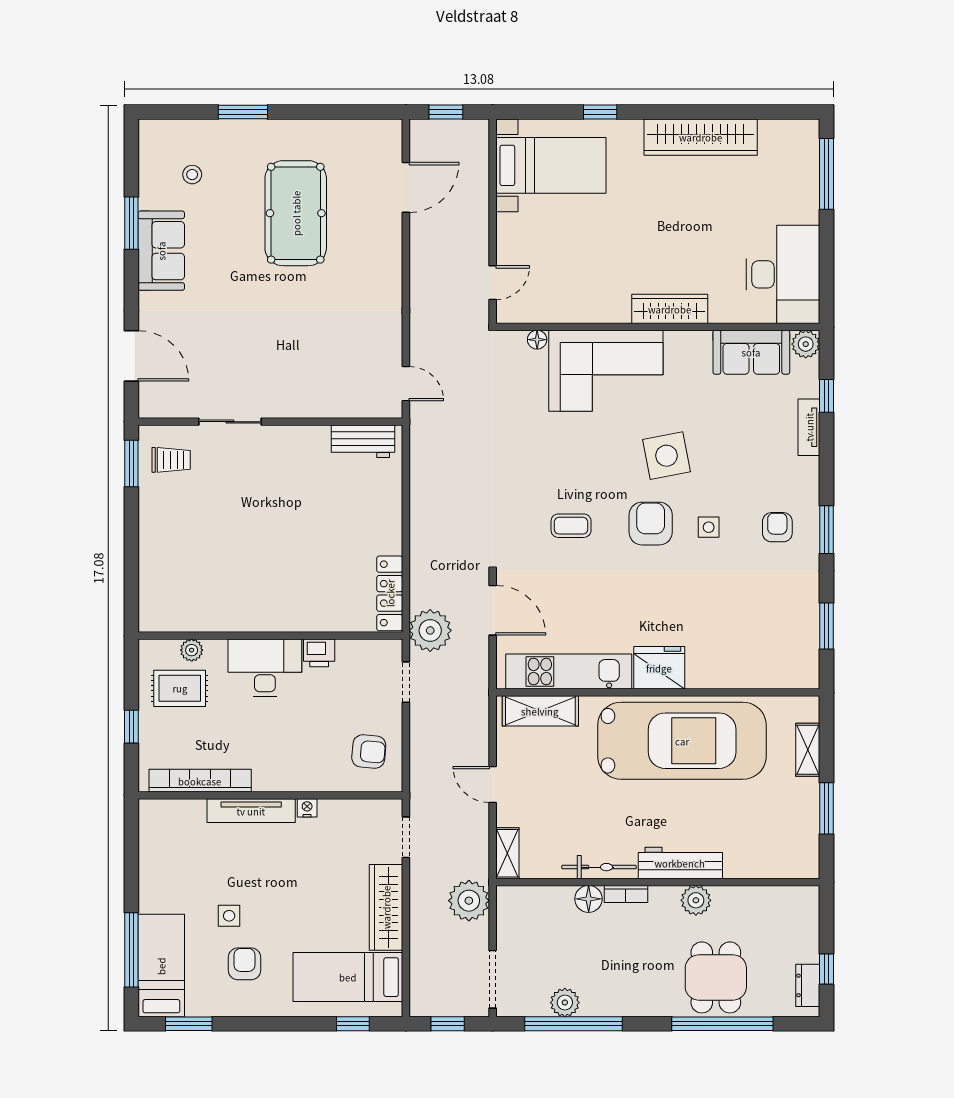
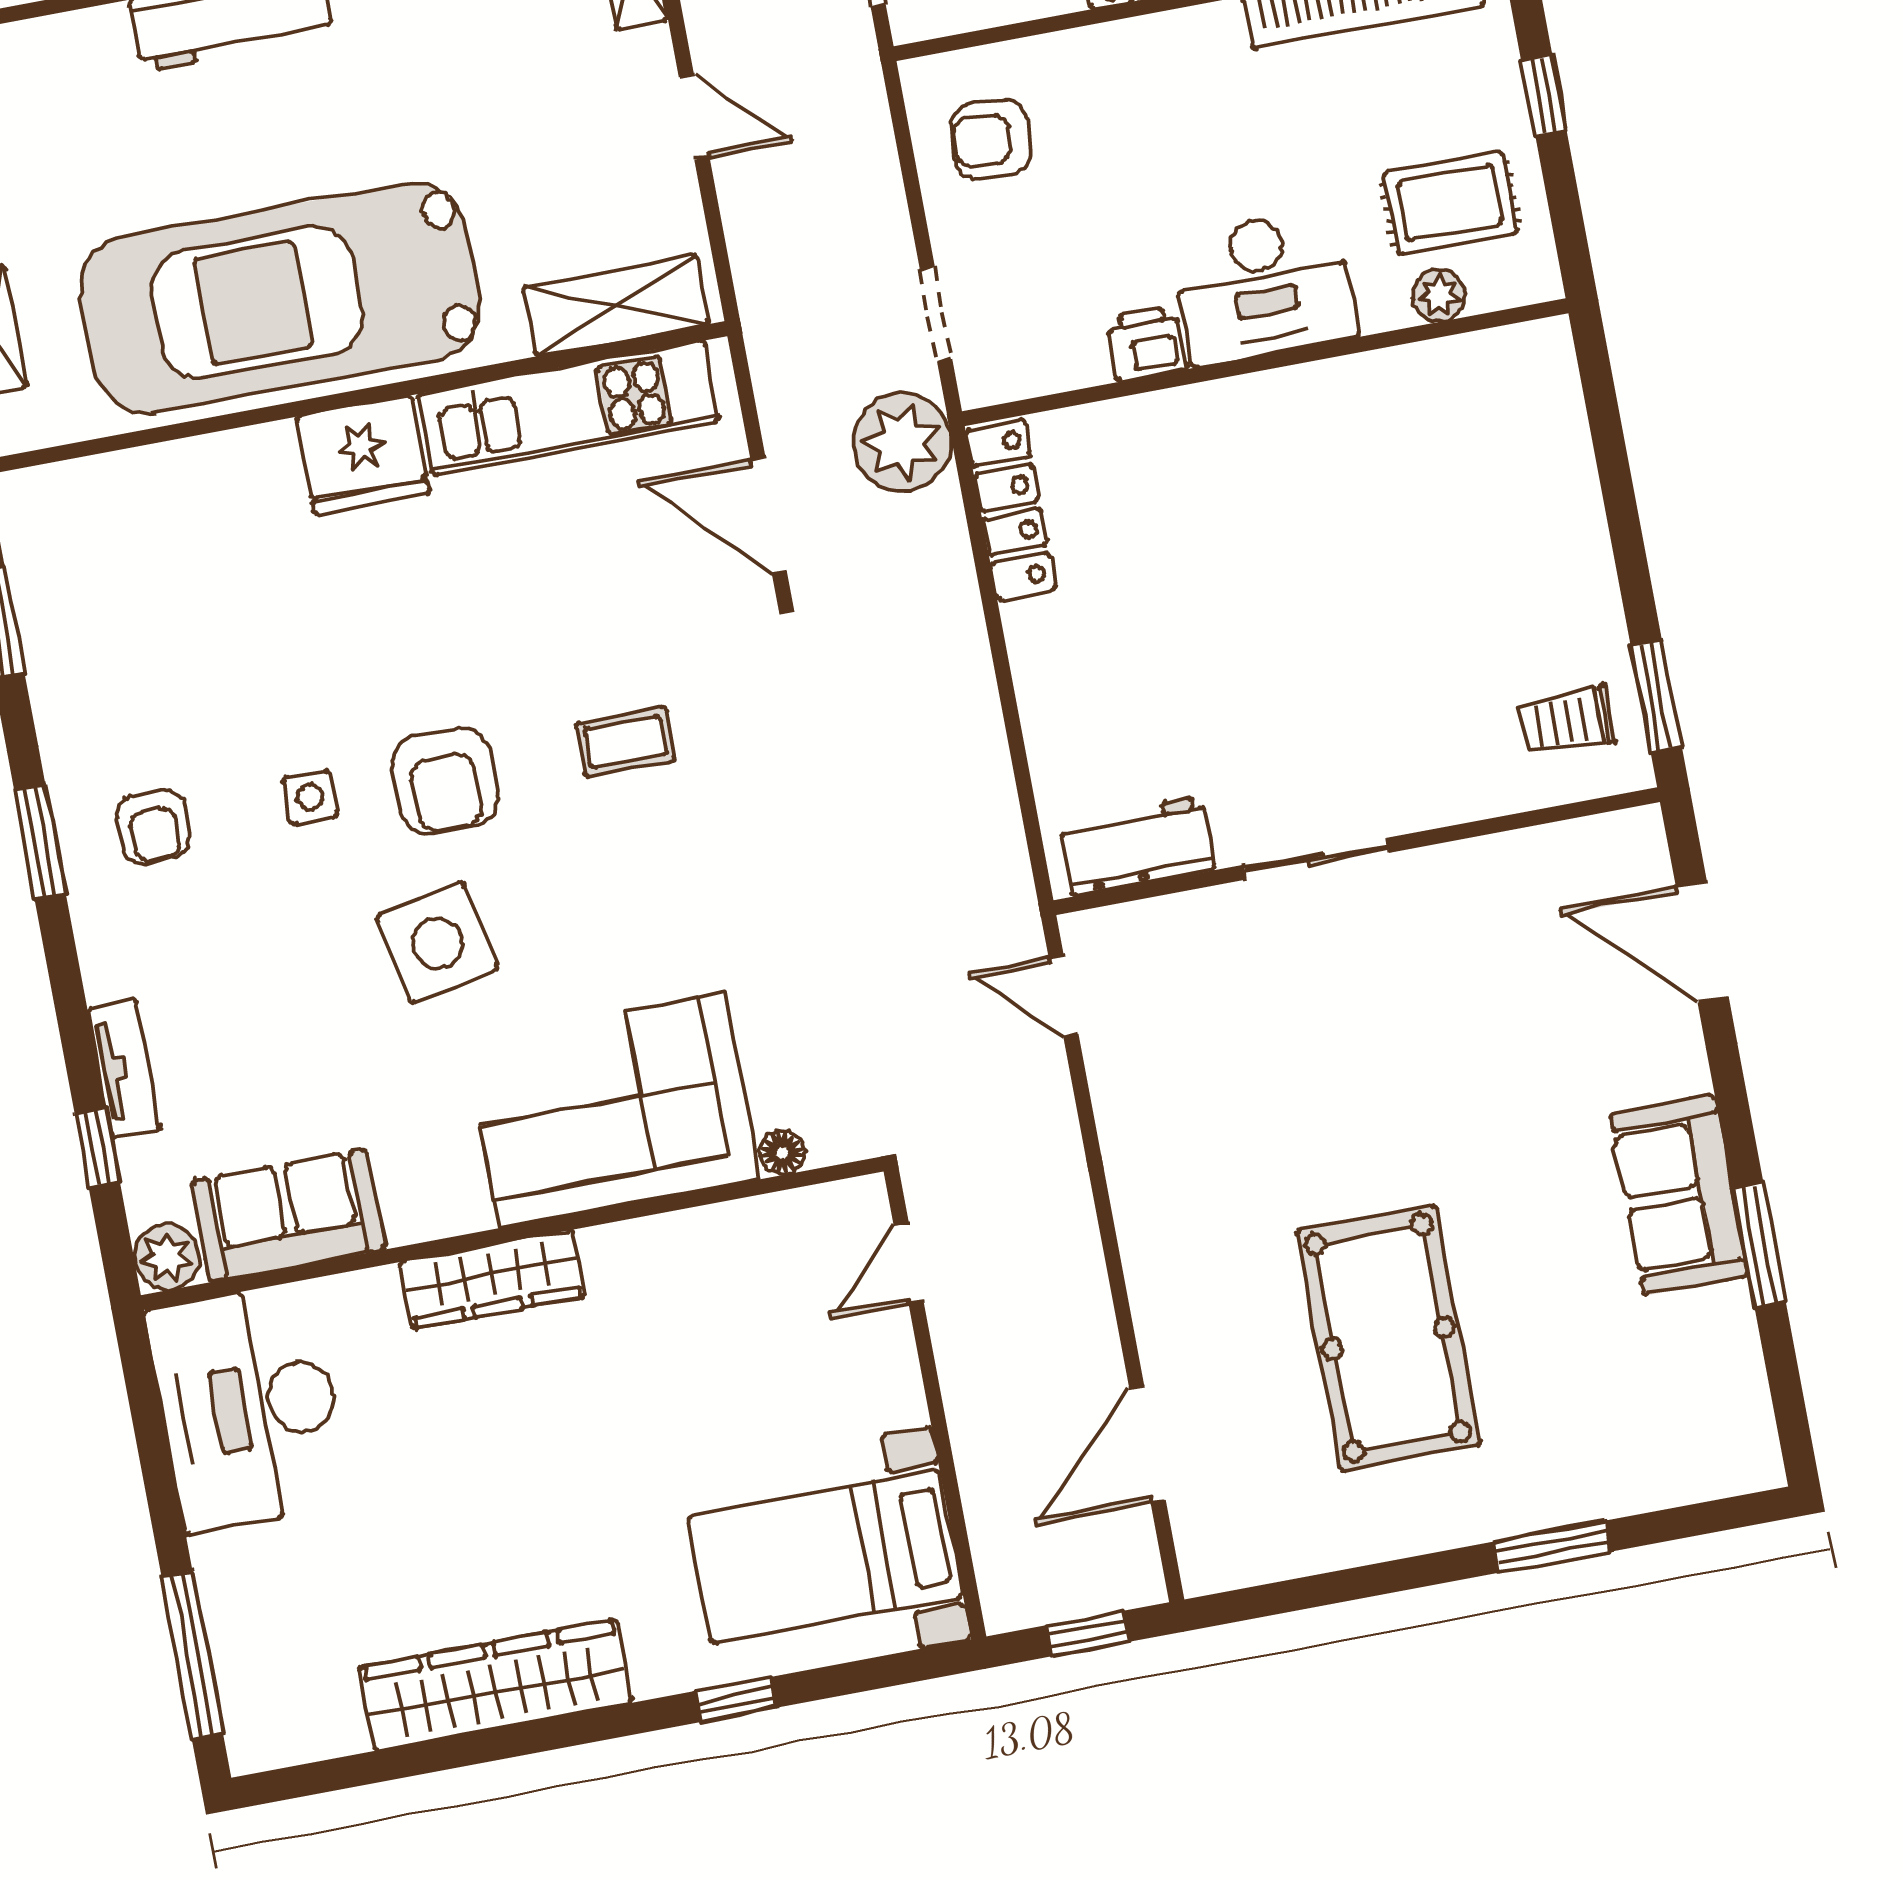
stool: (192, 175) -> (1641, 1382), removed
sliding door: (230, 422) -> (1316, 859), moved

